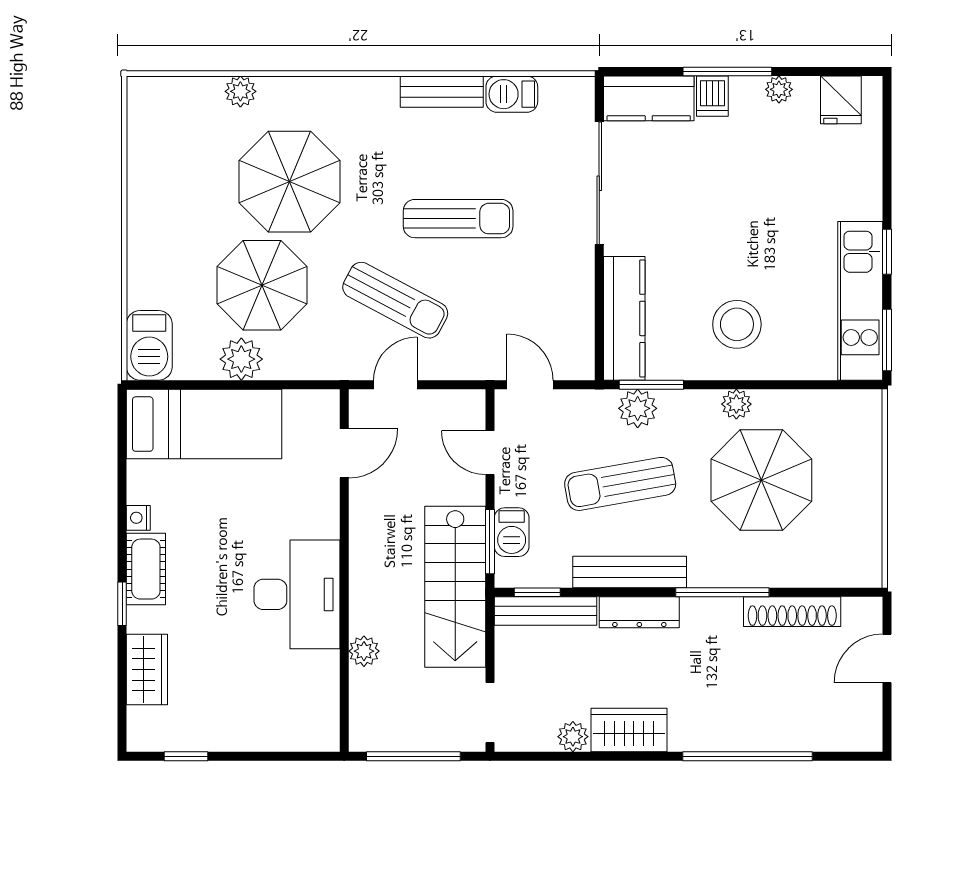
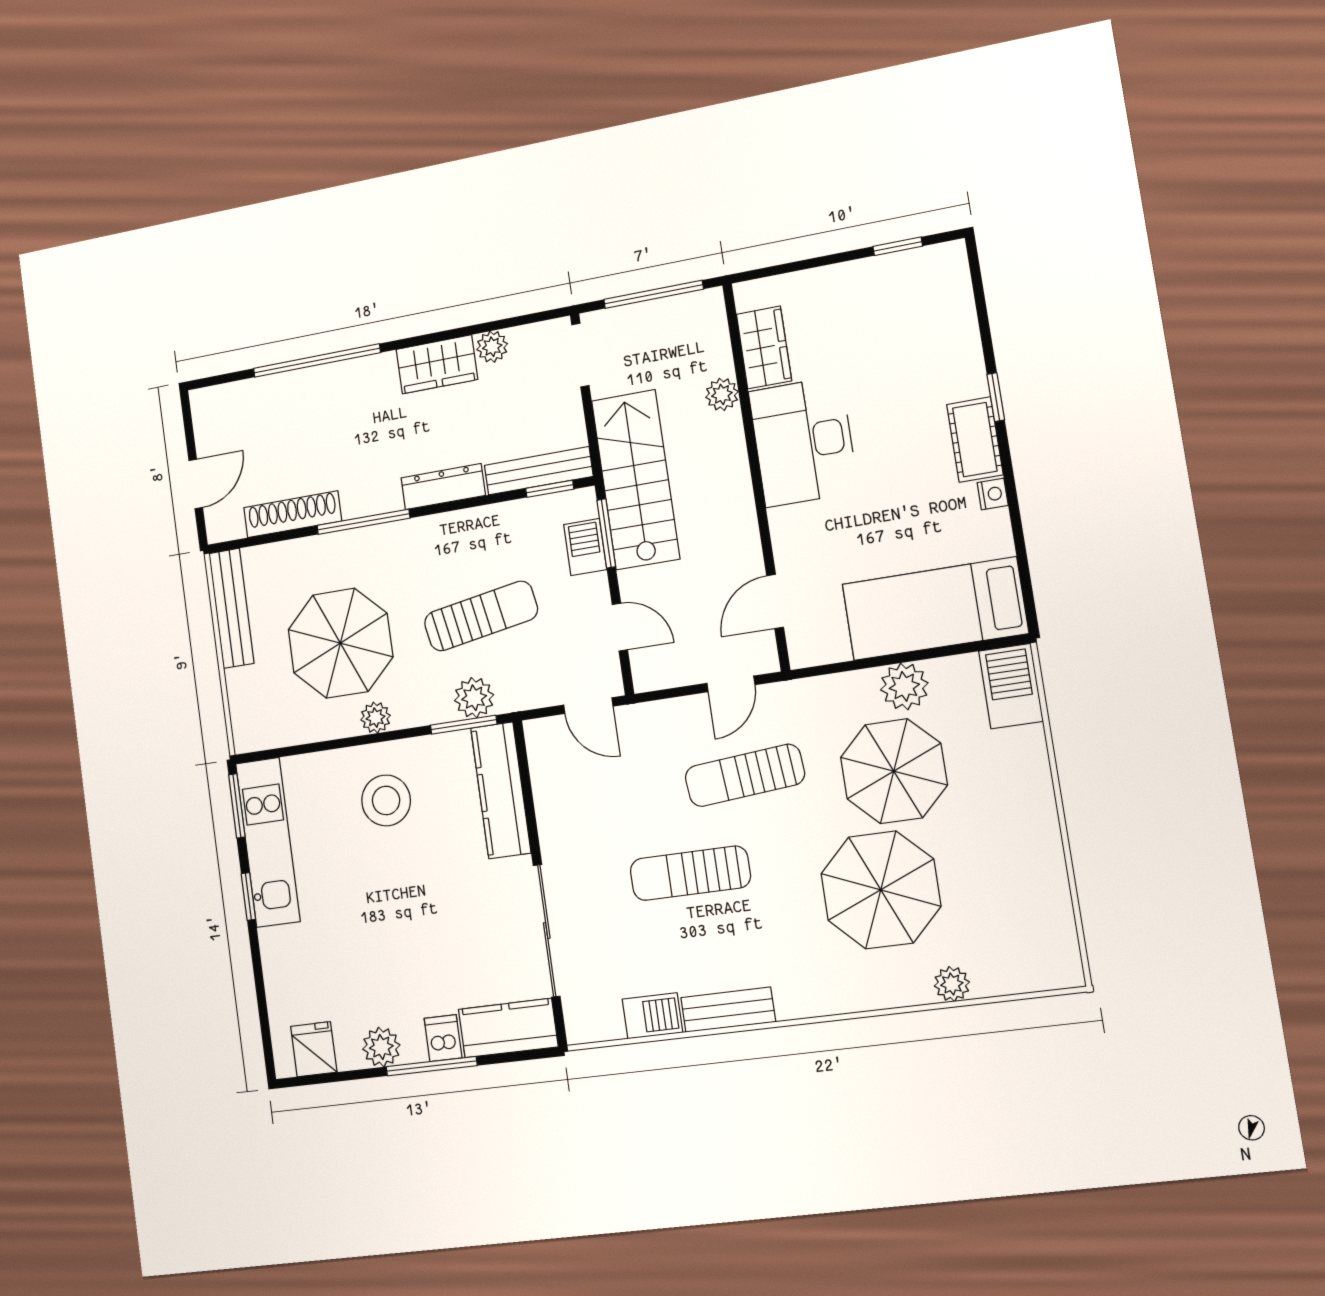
plant: (779, 89) -> (381, 1047), width x1.38, depth x1.38
sun lounger: (395, 300) -> (745, 775), turned -33
bench: (630, 572) -> (231, 608), moved, turned 90
wardrobe: (147, 670) -> (764, 347), moved, turned 180

